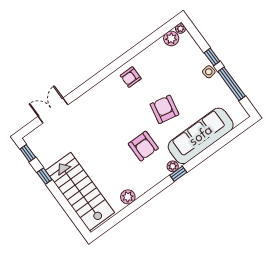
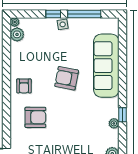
armchair: (143, 146) -> (35, 117), moved
plant: (173, 166) -> (114, 123), moved
window: (178, 174) -> (123, 115), moved

